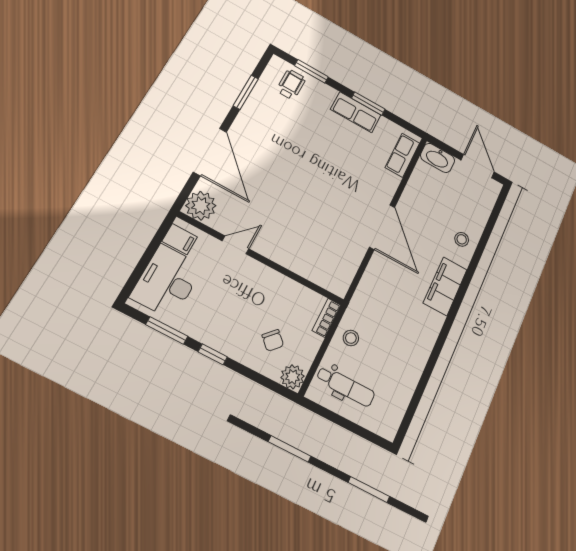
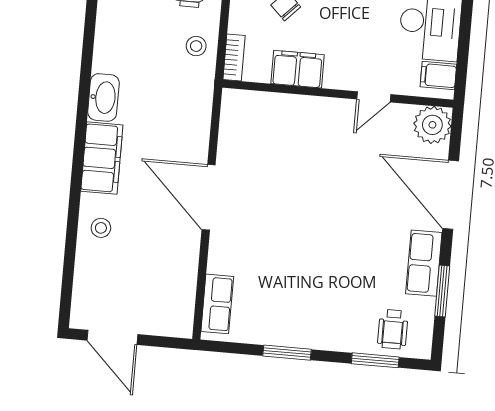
row of seats: (356, 112) -> (424, 263), moved, turned -90
washbasin: (438, 158) -> (103, 97), moved, turned 90
filing cabinet: (283, 289) -> (298, 69), added

